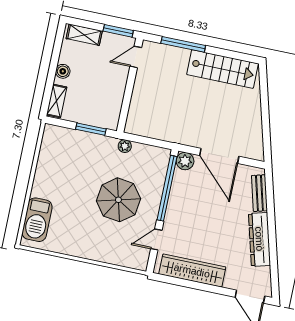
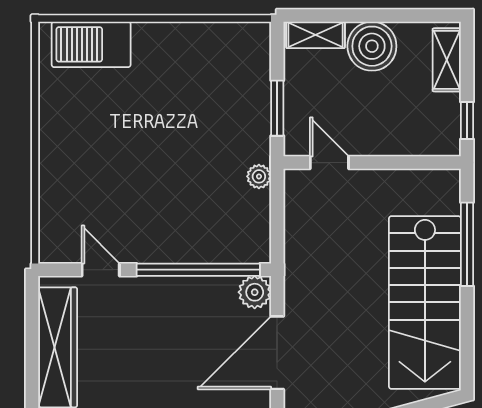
window: (118, 31) -> (467, 120), width x0.67
door: (136, 57) -> (329, 163), moved
stairs: (223, 69) -> (425, 302), width x1.36, depth x1.51
boiler: (63, 71) -> (372, 46), width x1.86, depth x1.86
parasol: (118, 200) -> (159, 185), removed

